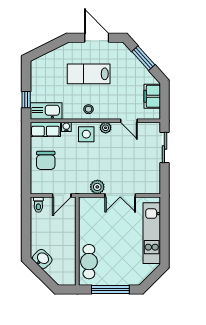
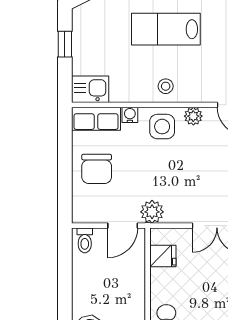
window: (26, 100) -> (65, 44), moved
kitchen sink: (46, 111) -> (90, 89), width x0.73
plant: (97, 187) -> (152, 212), moved
fridge: (87, 214) -> (163, 256), added

